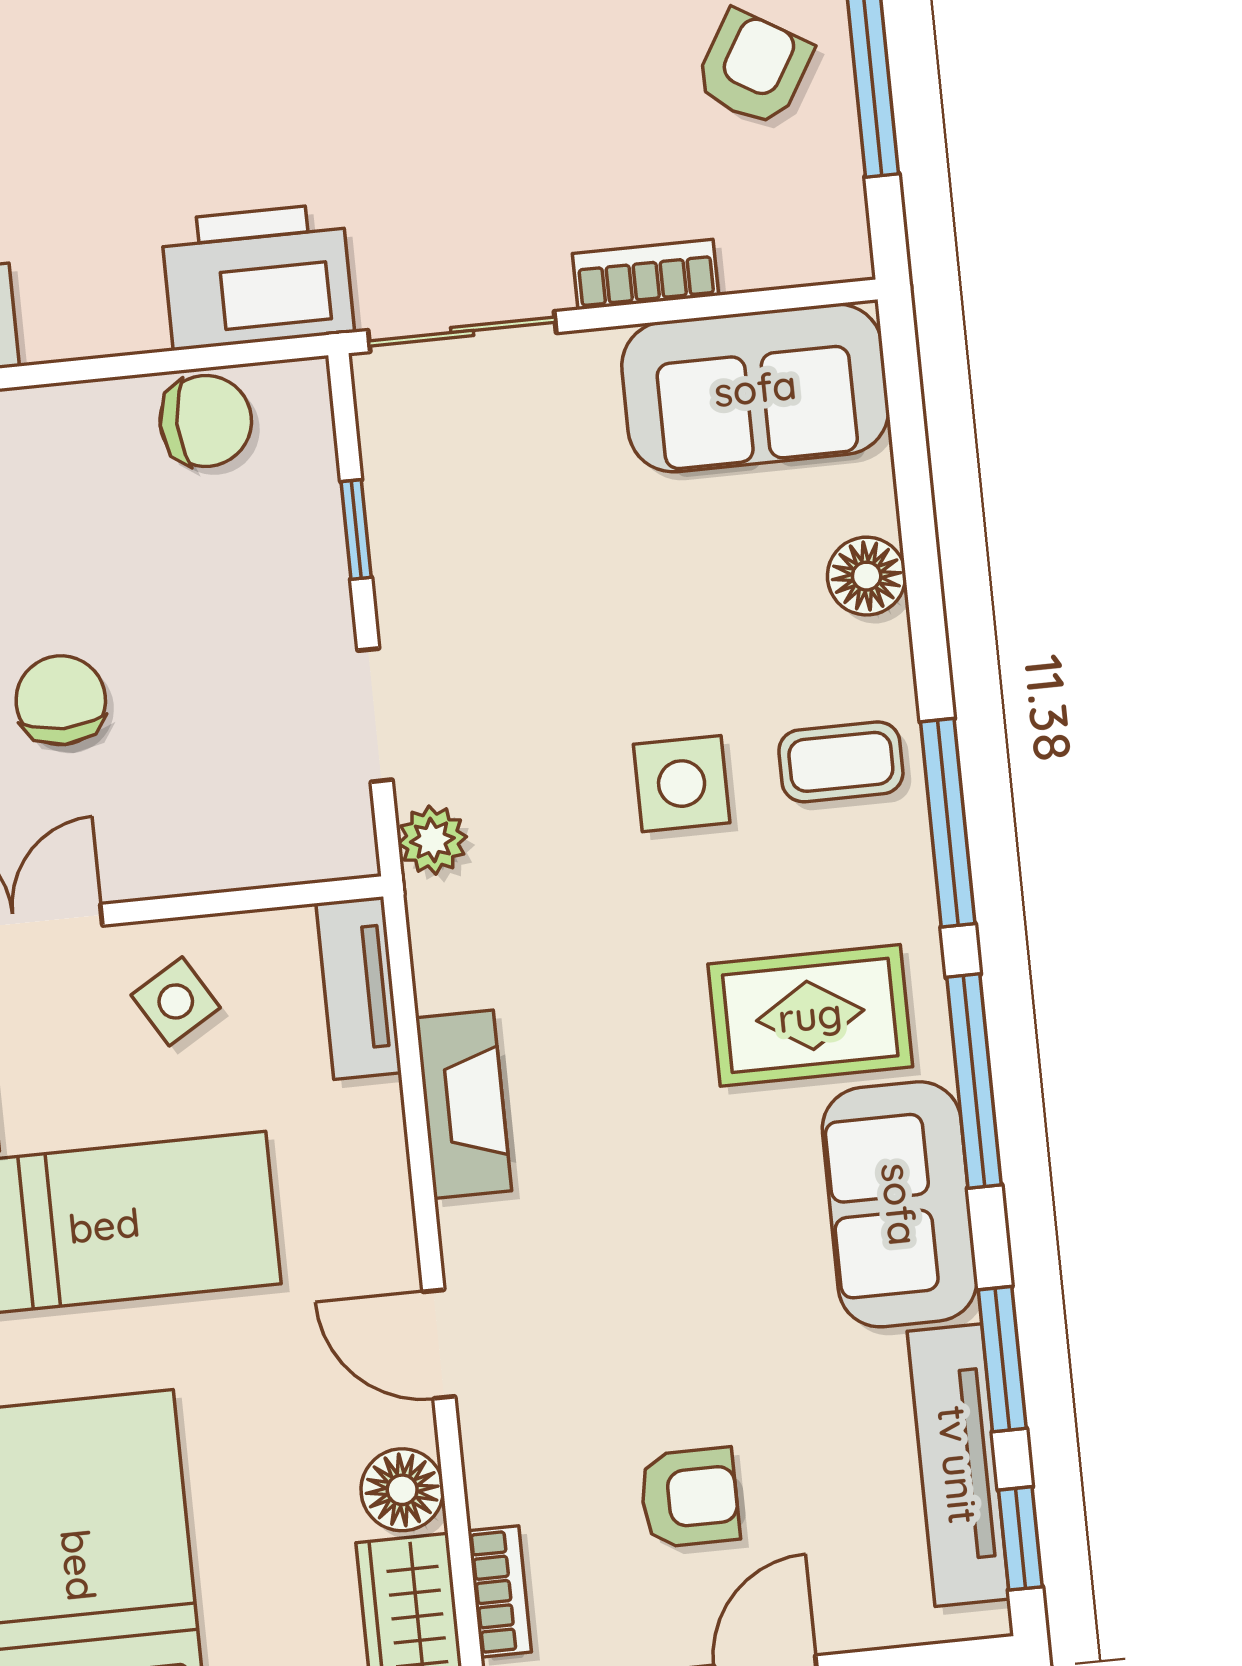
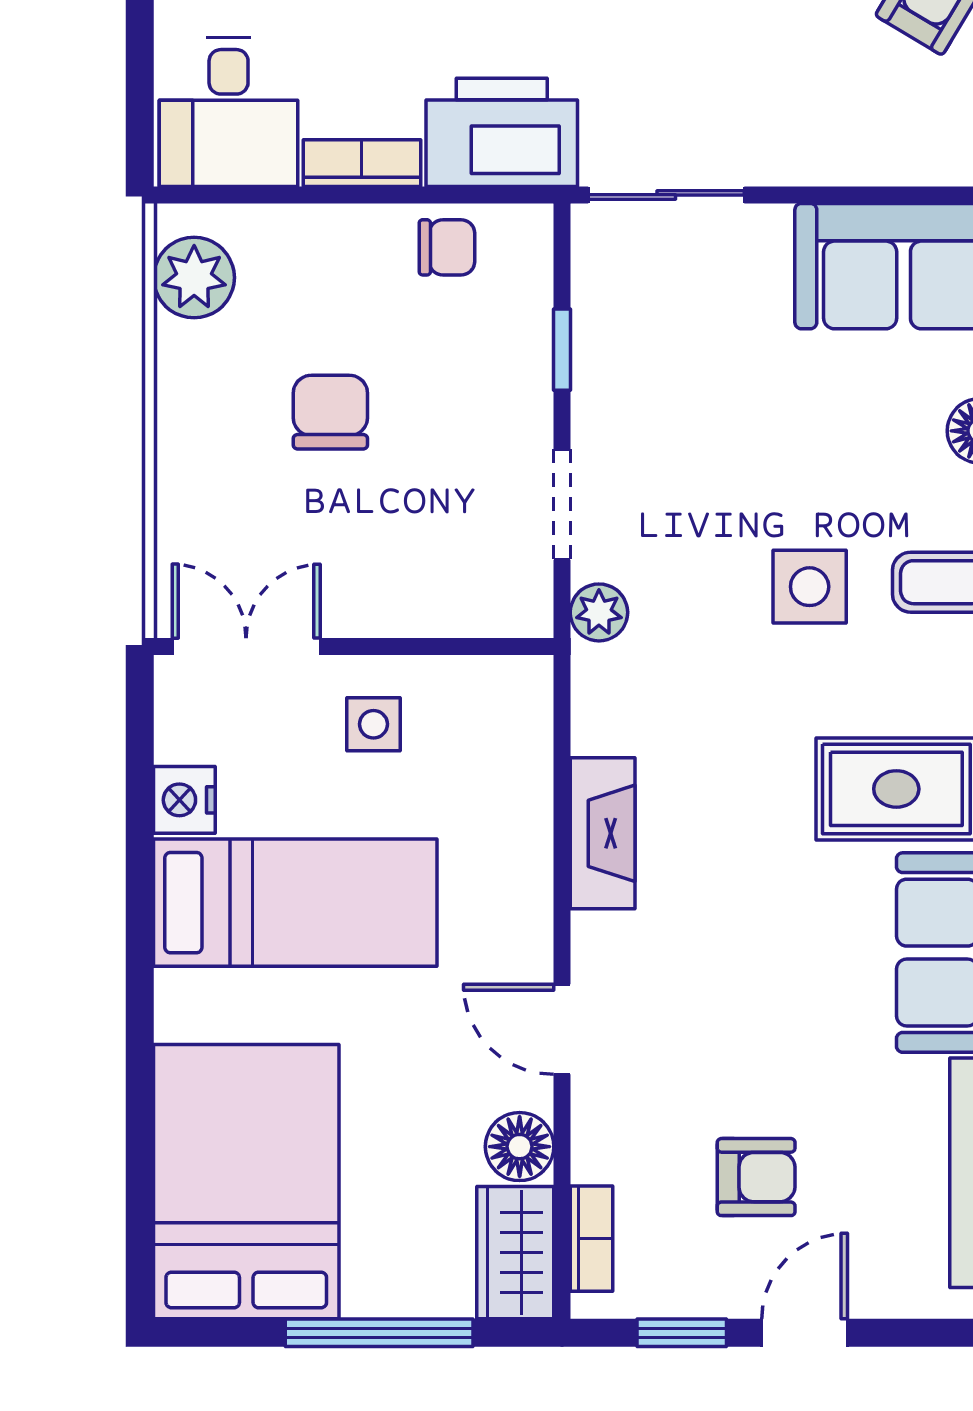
bookcase: (646, 274) -> (362, 163), moved
chair: (206, 421) -> (447, 247), width x0.73, depth x0.73
chair: (61, 700) -> (330, 412), moved
tv unit: (359, 988) -> (526, 728), removed
side table: (176, 1001) -> (373, 724), turned 31

